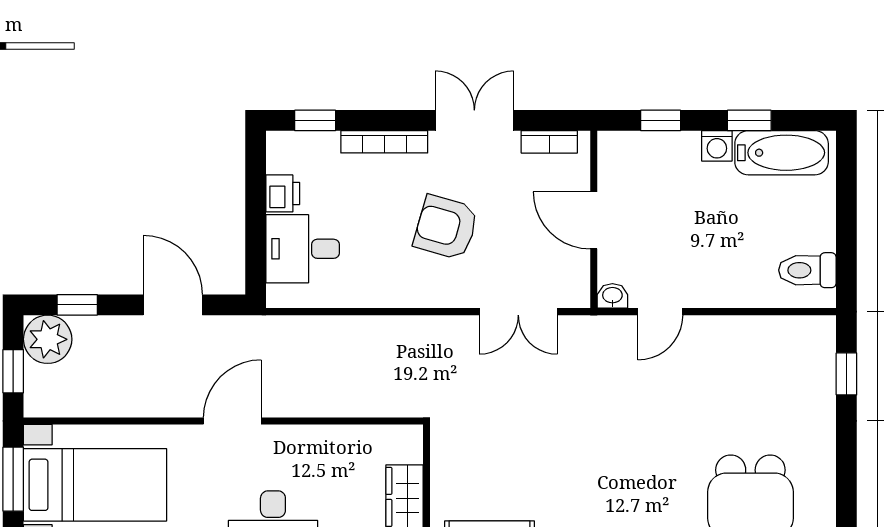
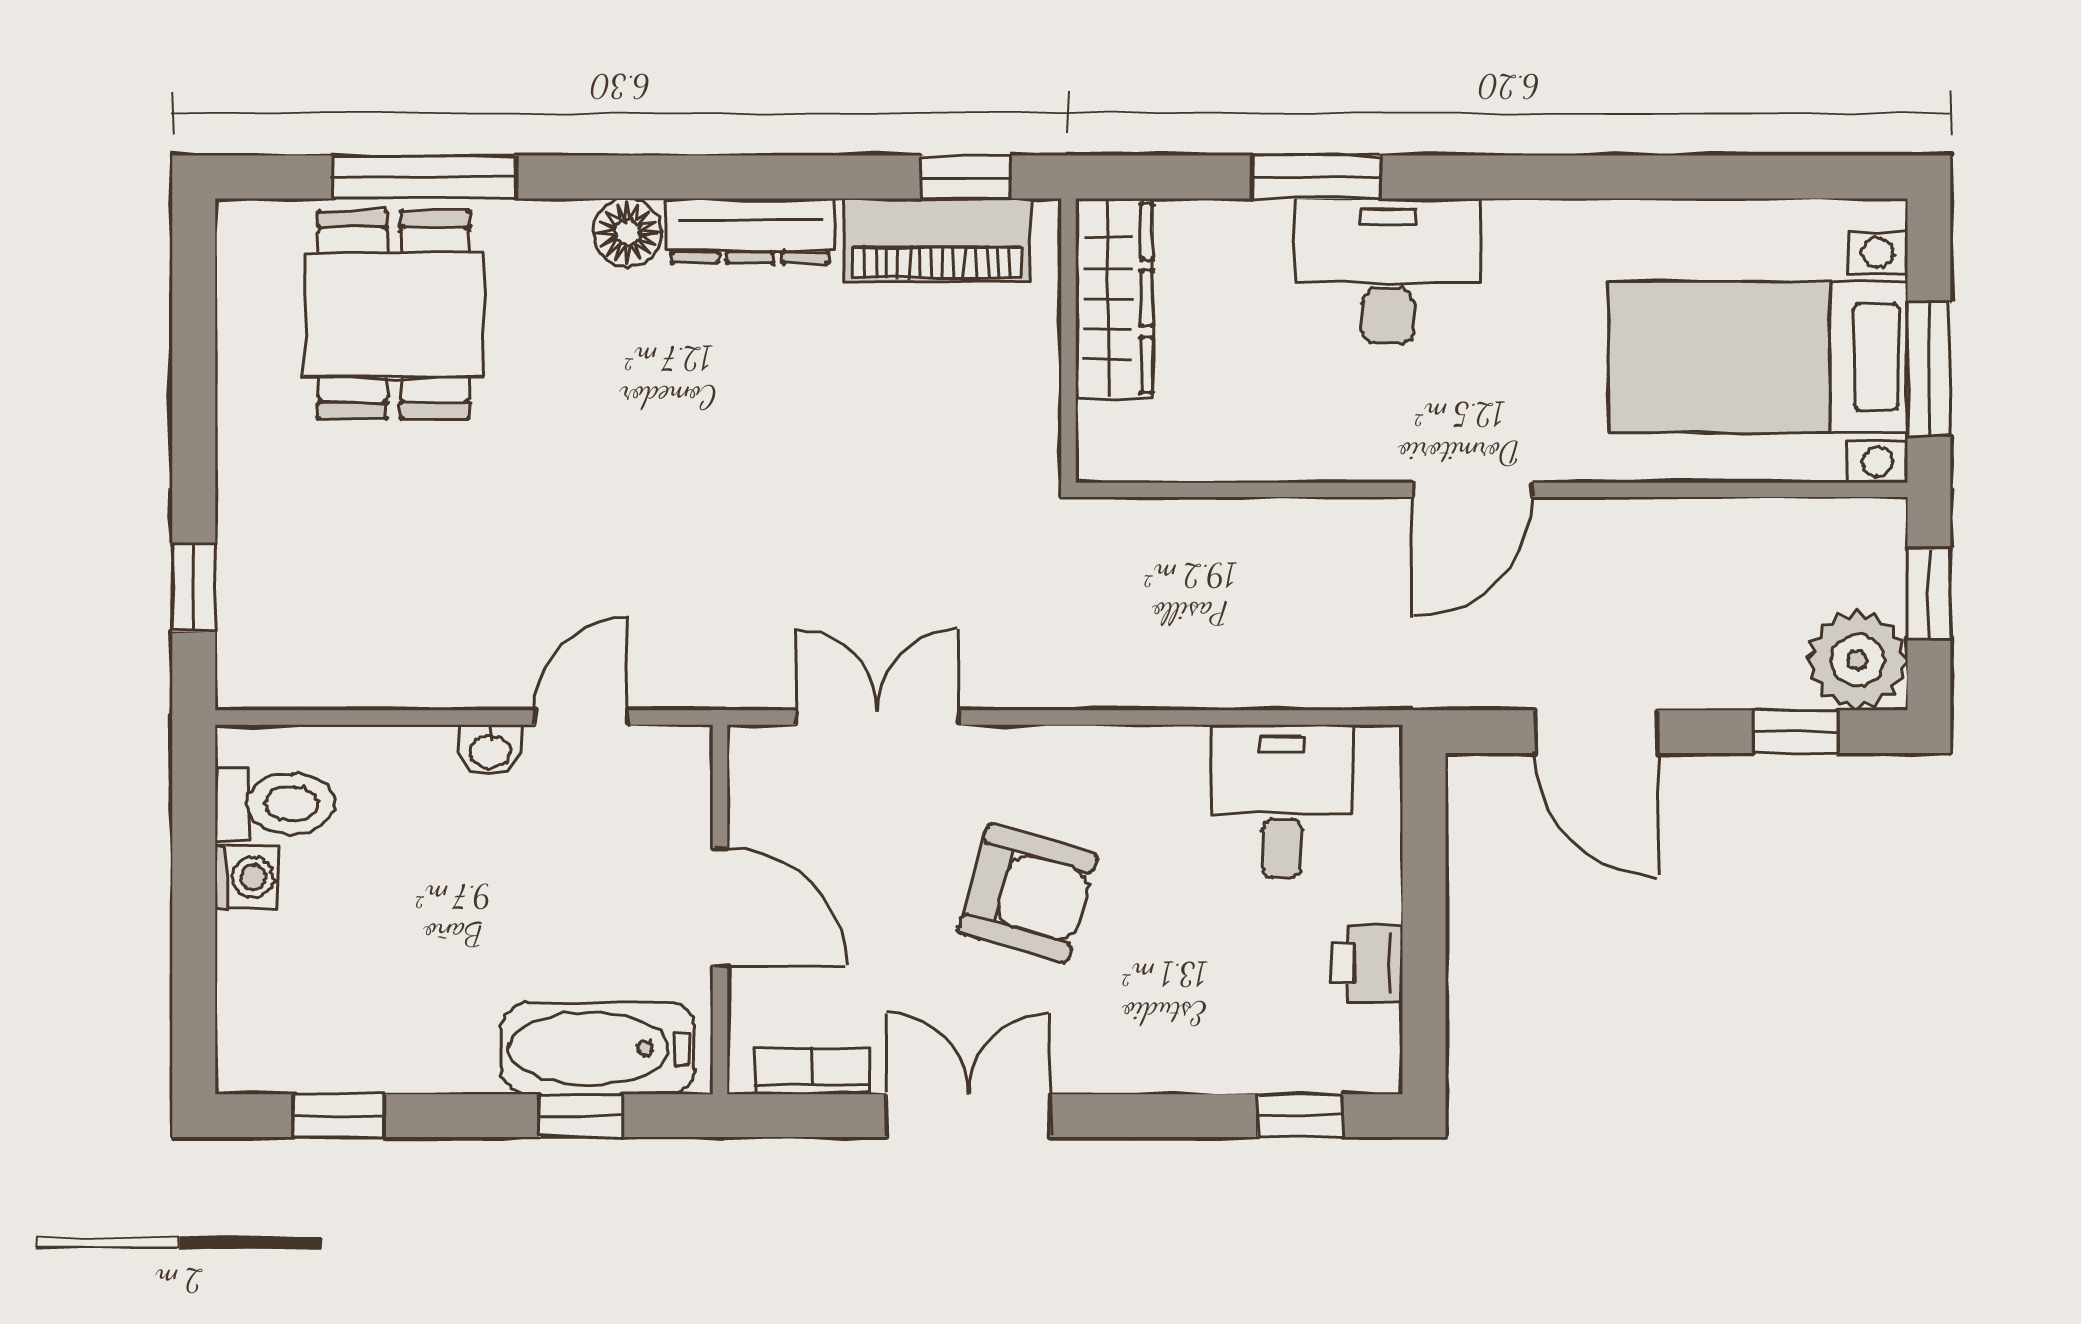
double door: (474, 120) -> (969, 1116), swing flipped
window: (749, 120) -> (339, 1116), moved
bookcase: (384, 142) -> (1156, 1071), removed
washing machine: (717, 146) -> (247, 877), moved, turned 90
bathtub: (782, 153) -> (598, 1048), moved
desk: (303, 249) -> (1282, 801), moved, turned -90
washbasin: (612, 296) -> (490, 750), moved

